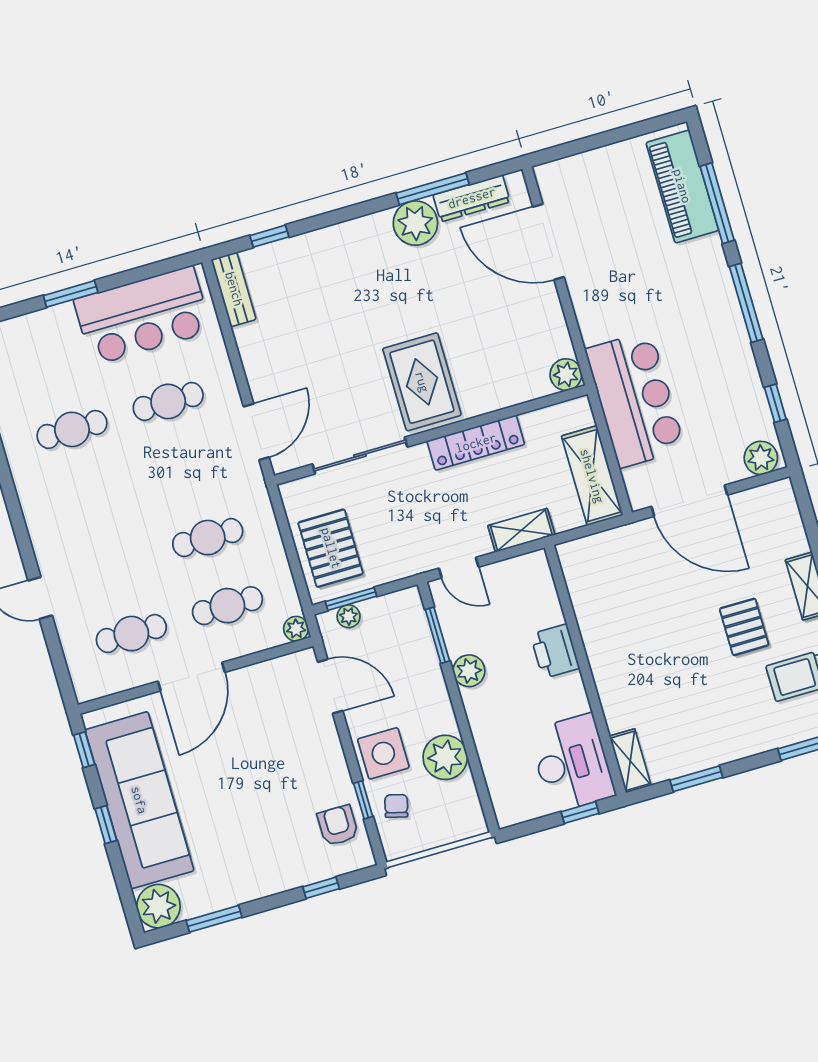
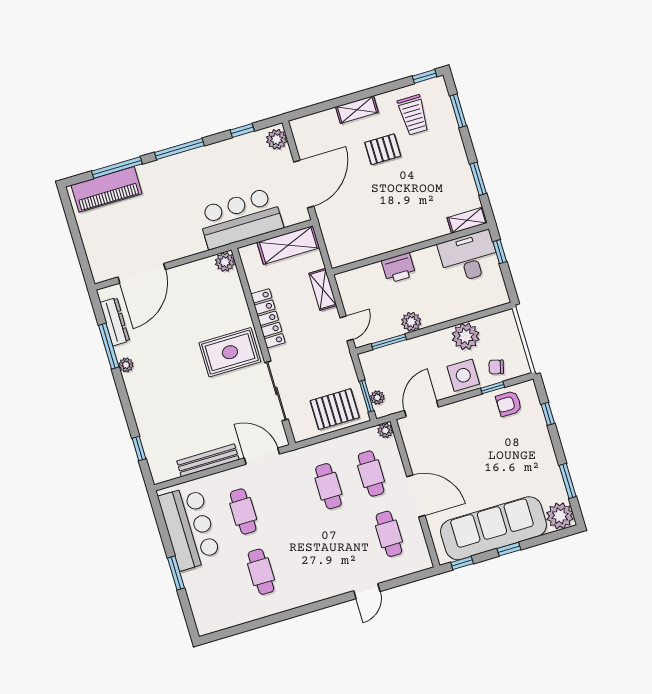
plant: (415, 223) -> (126, 365), width x0.53, depth x0.53
bench: (234, 289) -> (208, 460), moved, width x1.36

